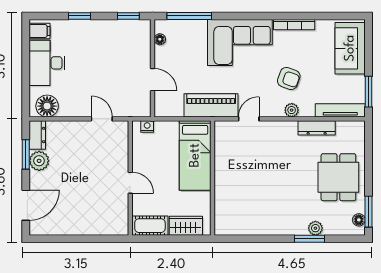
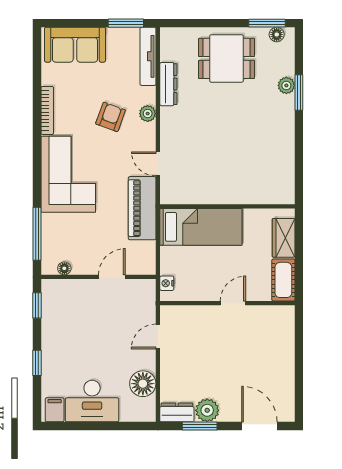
floor lamp: (47, 106) -> (143, 384), moved

